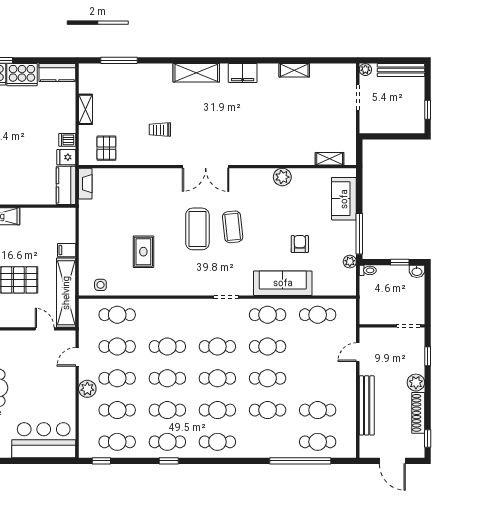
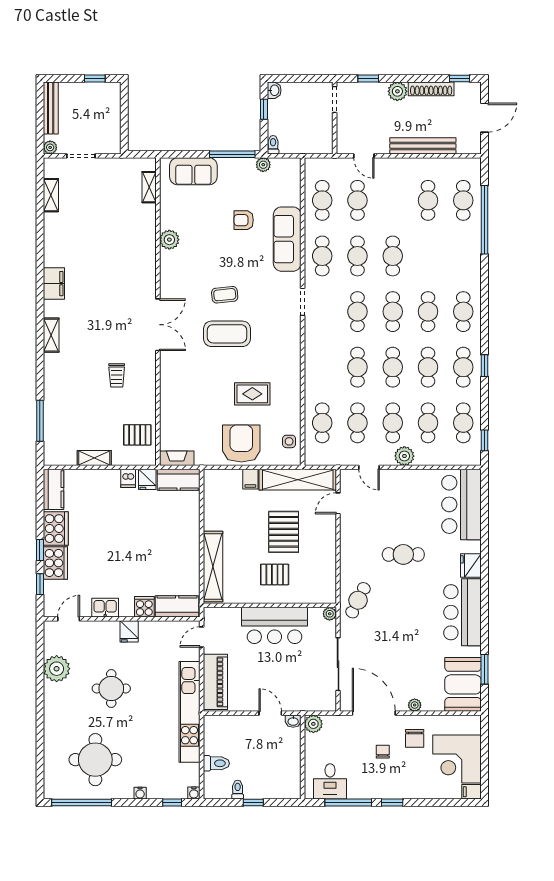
shelving: (294, 70) -> (51, 195), moved
shelving: (196, 73) -> (51, 335), width x0.67, depth x0.75
coffee table: (233, 227) -> (225, 295), width x0.73, depth x0.77
armchair: (99, 242) -> (241, 443), added
cafe table: (268, 410) -> (357, 200), moved

